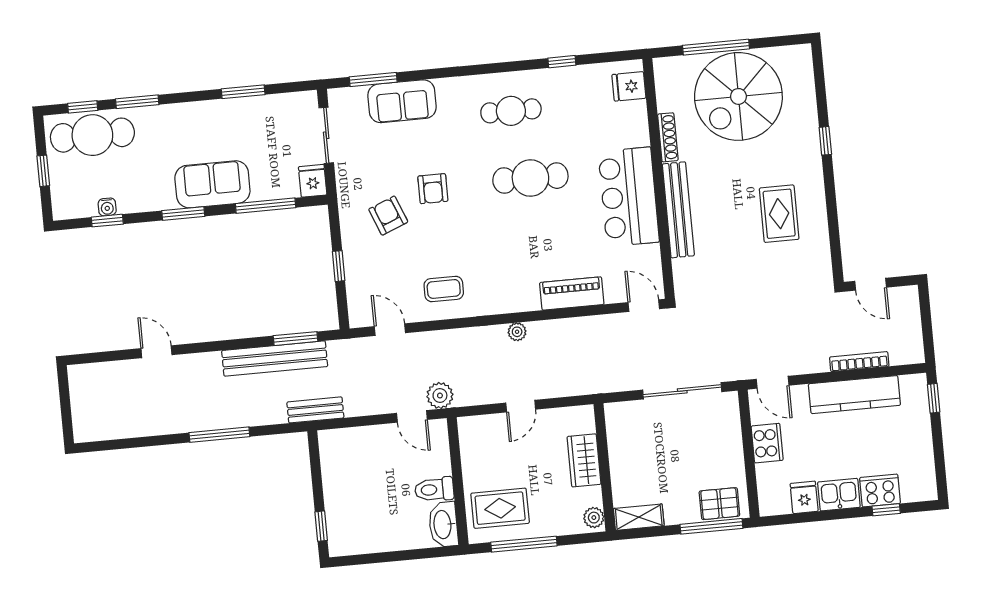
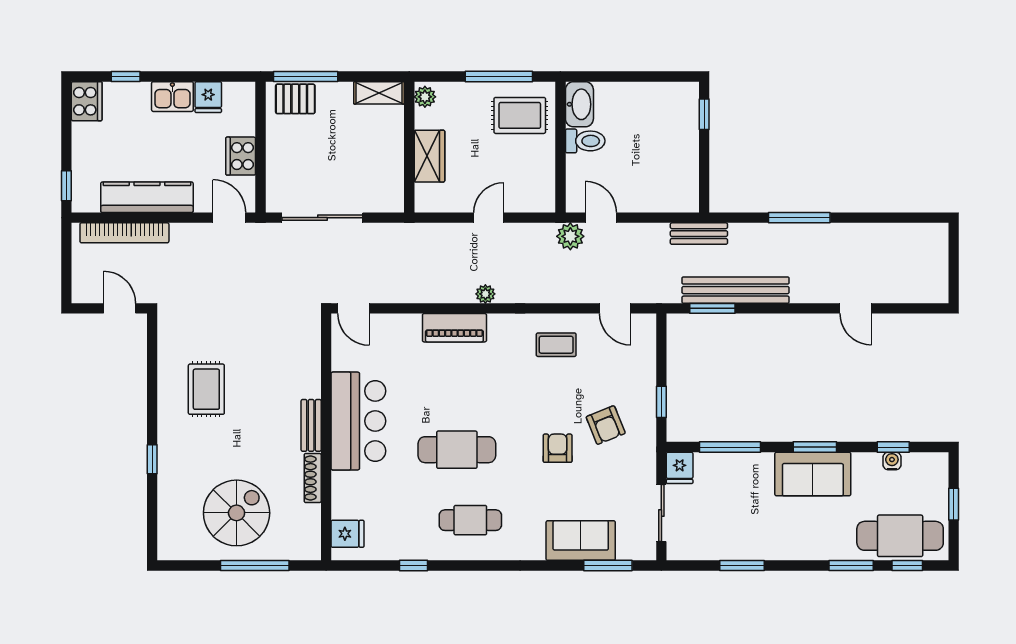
spiral stairs: (738, 96) -> (237, 513), width x0.73, depth x0.73
sofa: (212, 184) -> (813, 474), moved
bench: (678, 210) -> (311, 425), width x0.54, depth x0.82
window: (339, 266) -> (661, 402), moved
piano: (572, 294) -> (454, 328), moved
bookcase: (859, 362) -> (124, 233), width x1.48, depth x1.31
cooker: (880, 491) -> (87, 101), moved, turned -90

